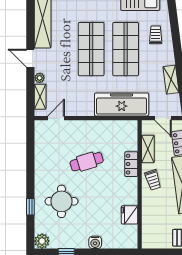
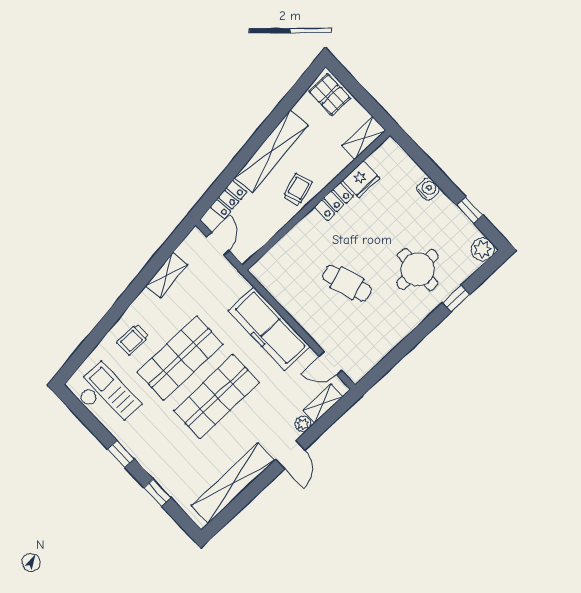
freezer: (122, 104) -> (269, 329), moved
shelving: (148, 149) -> (364, 138), moved
locker: (131, 164) -> (334, 201), moved

